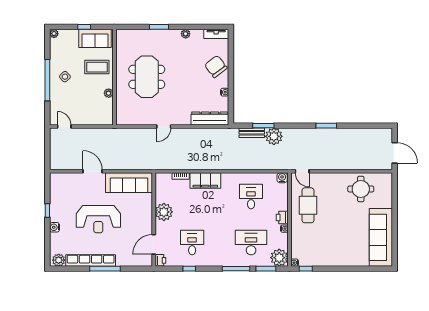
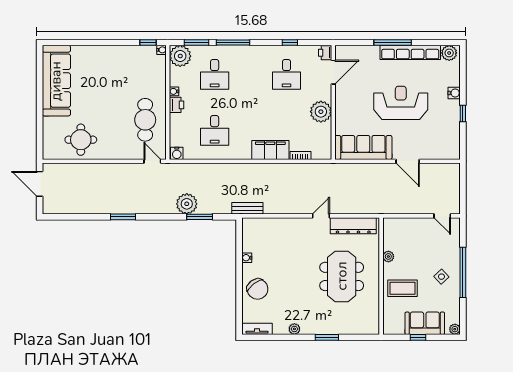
sofa: (95, 38) -> (425, 323), moved
dresser: (210, 118) -> (353, 226), moved
bench: (252, 133) -> (247, 208), moved
desk: (251, 243) -> (215, 74), width x0.73

